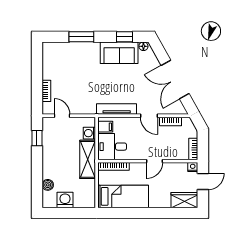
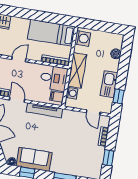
window: (37, 68) -> (108, 158), added
kitchen sink: (50, 150) -> (109, 84), added
washing machine: (65, 200) -> (83, 38), moved, turned -90

